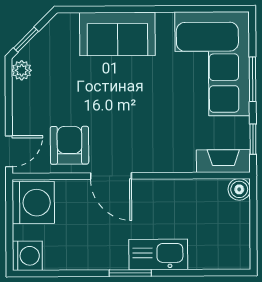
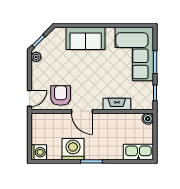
fireplace: (223, 161) -> (117, 104), moved
washing machine: (33, 203) -> (73, 149), moved, turned -90
kitchen sink: (158, 255) -> (138, 152), moved

